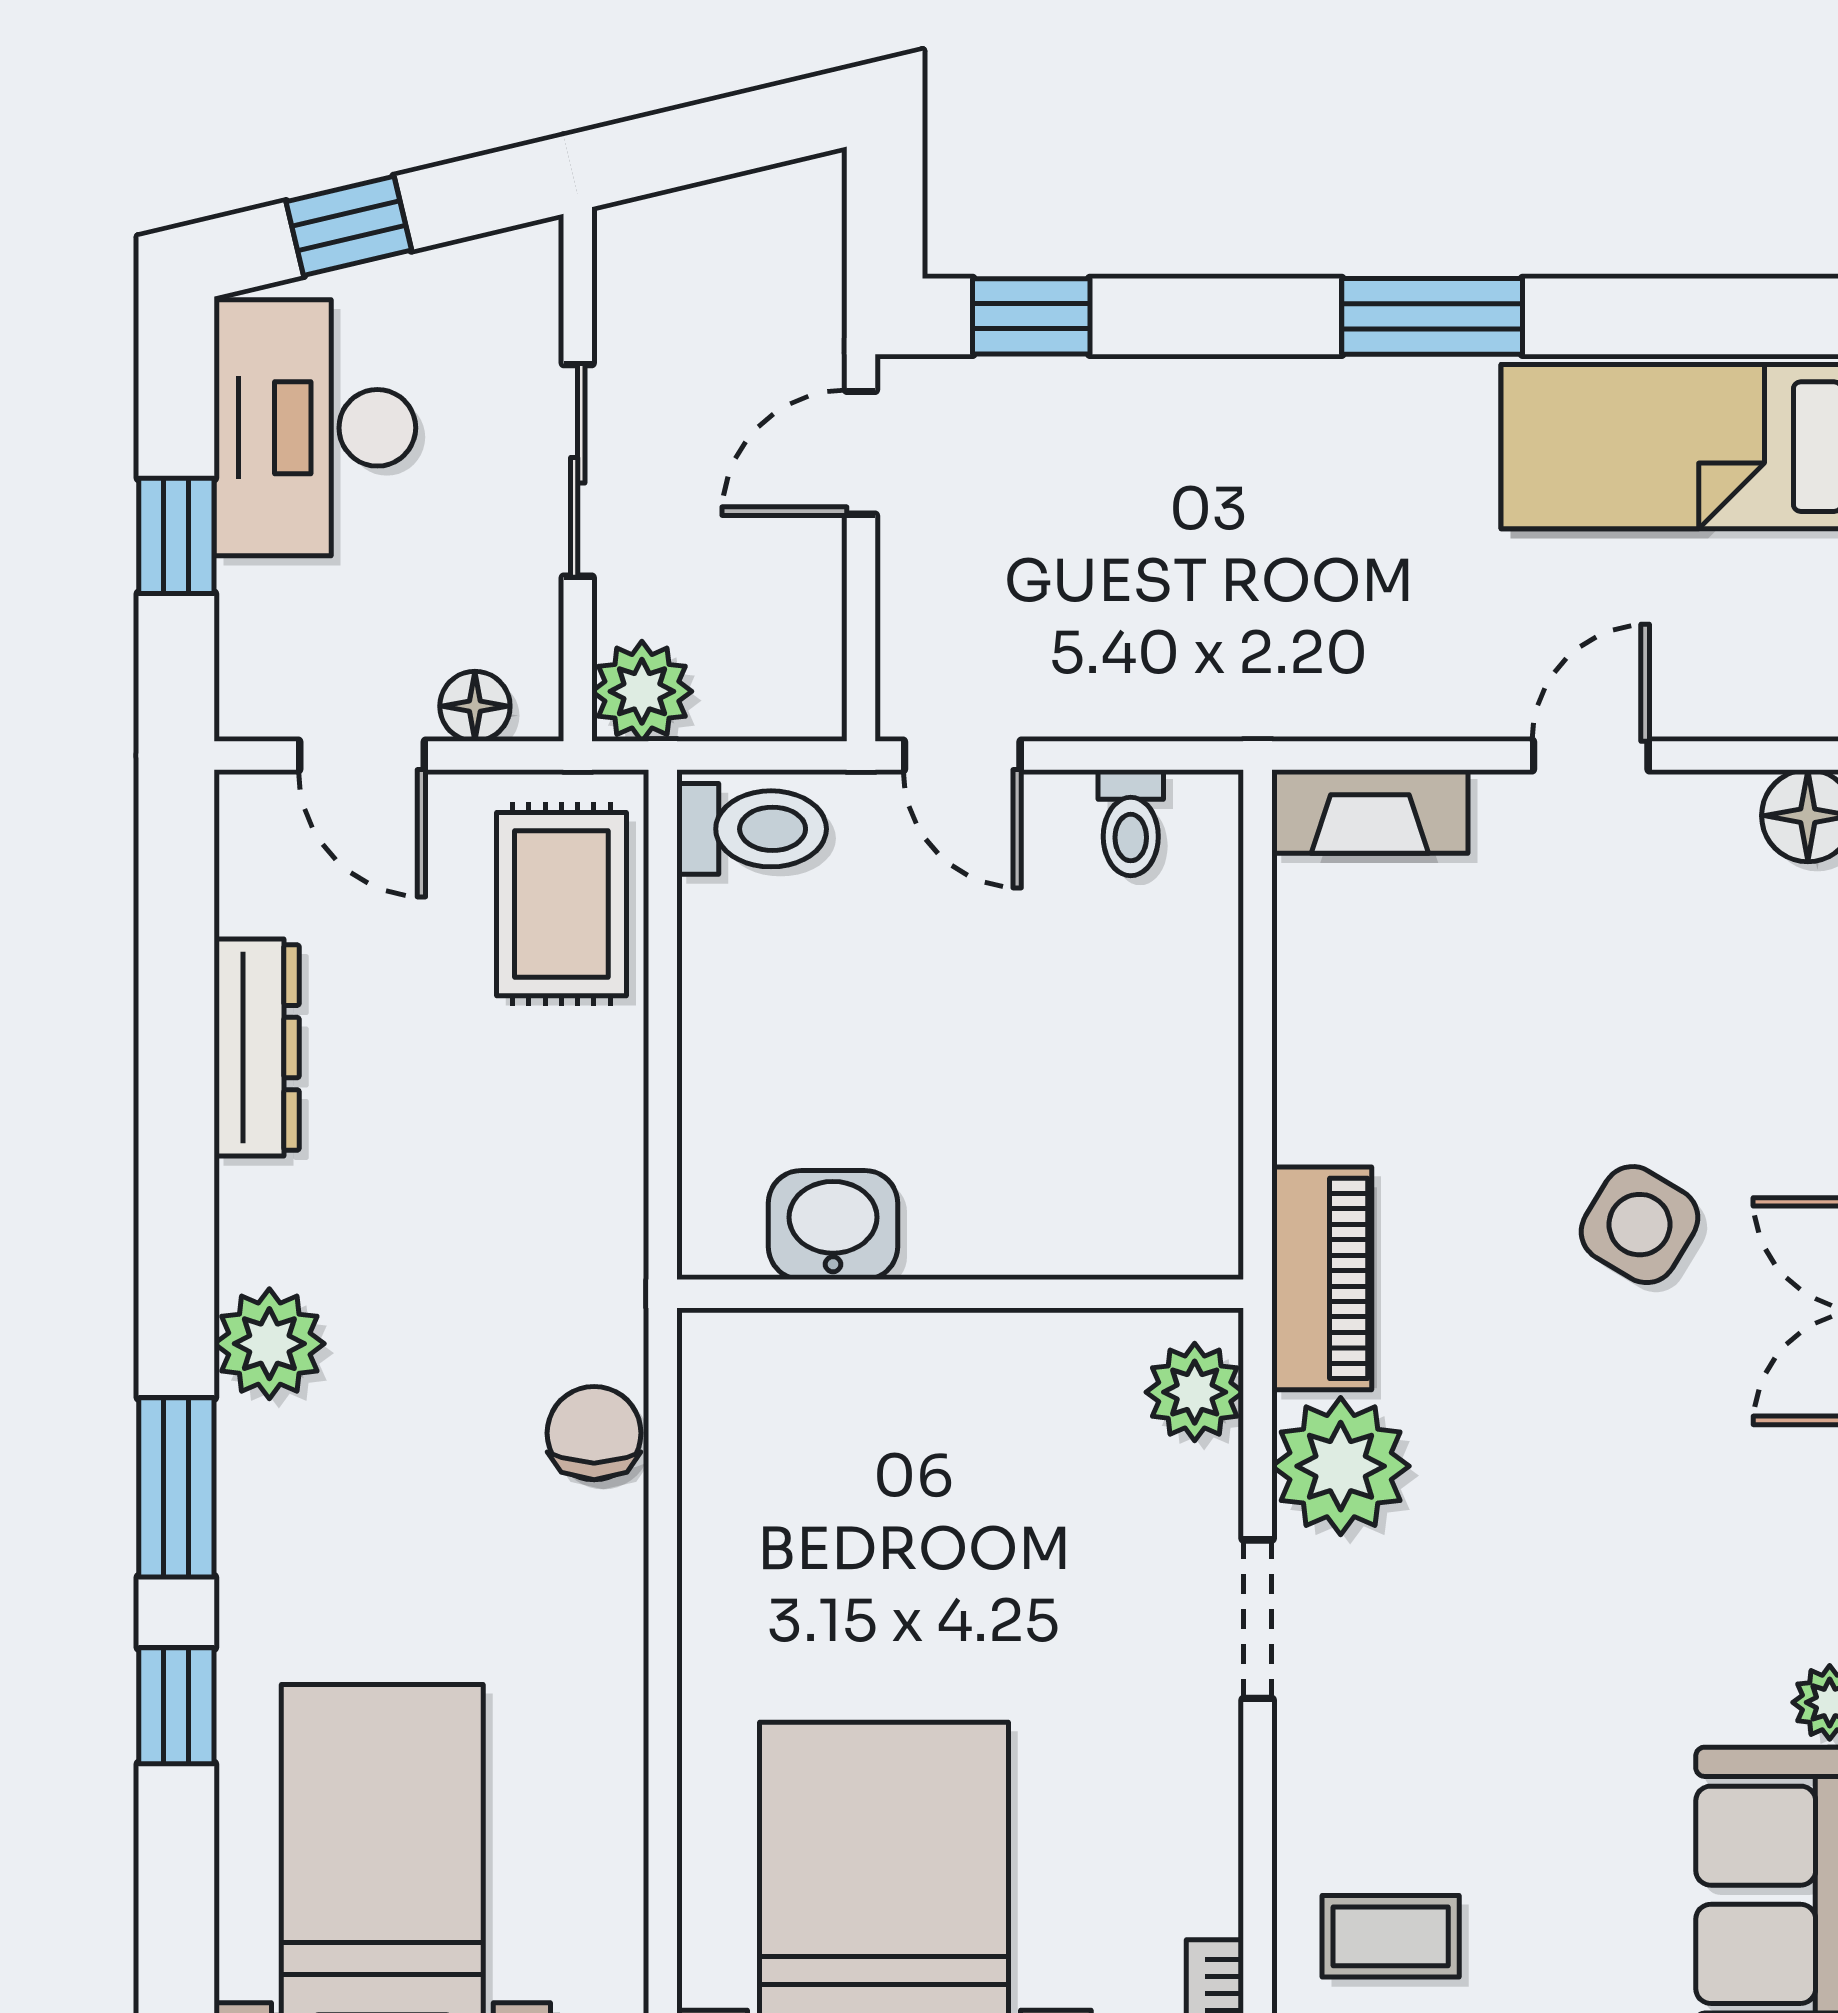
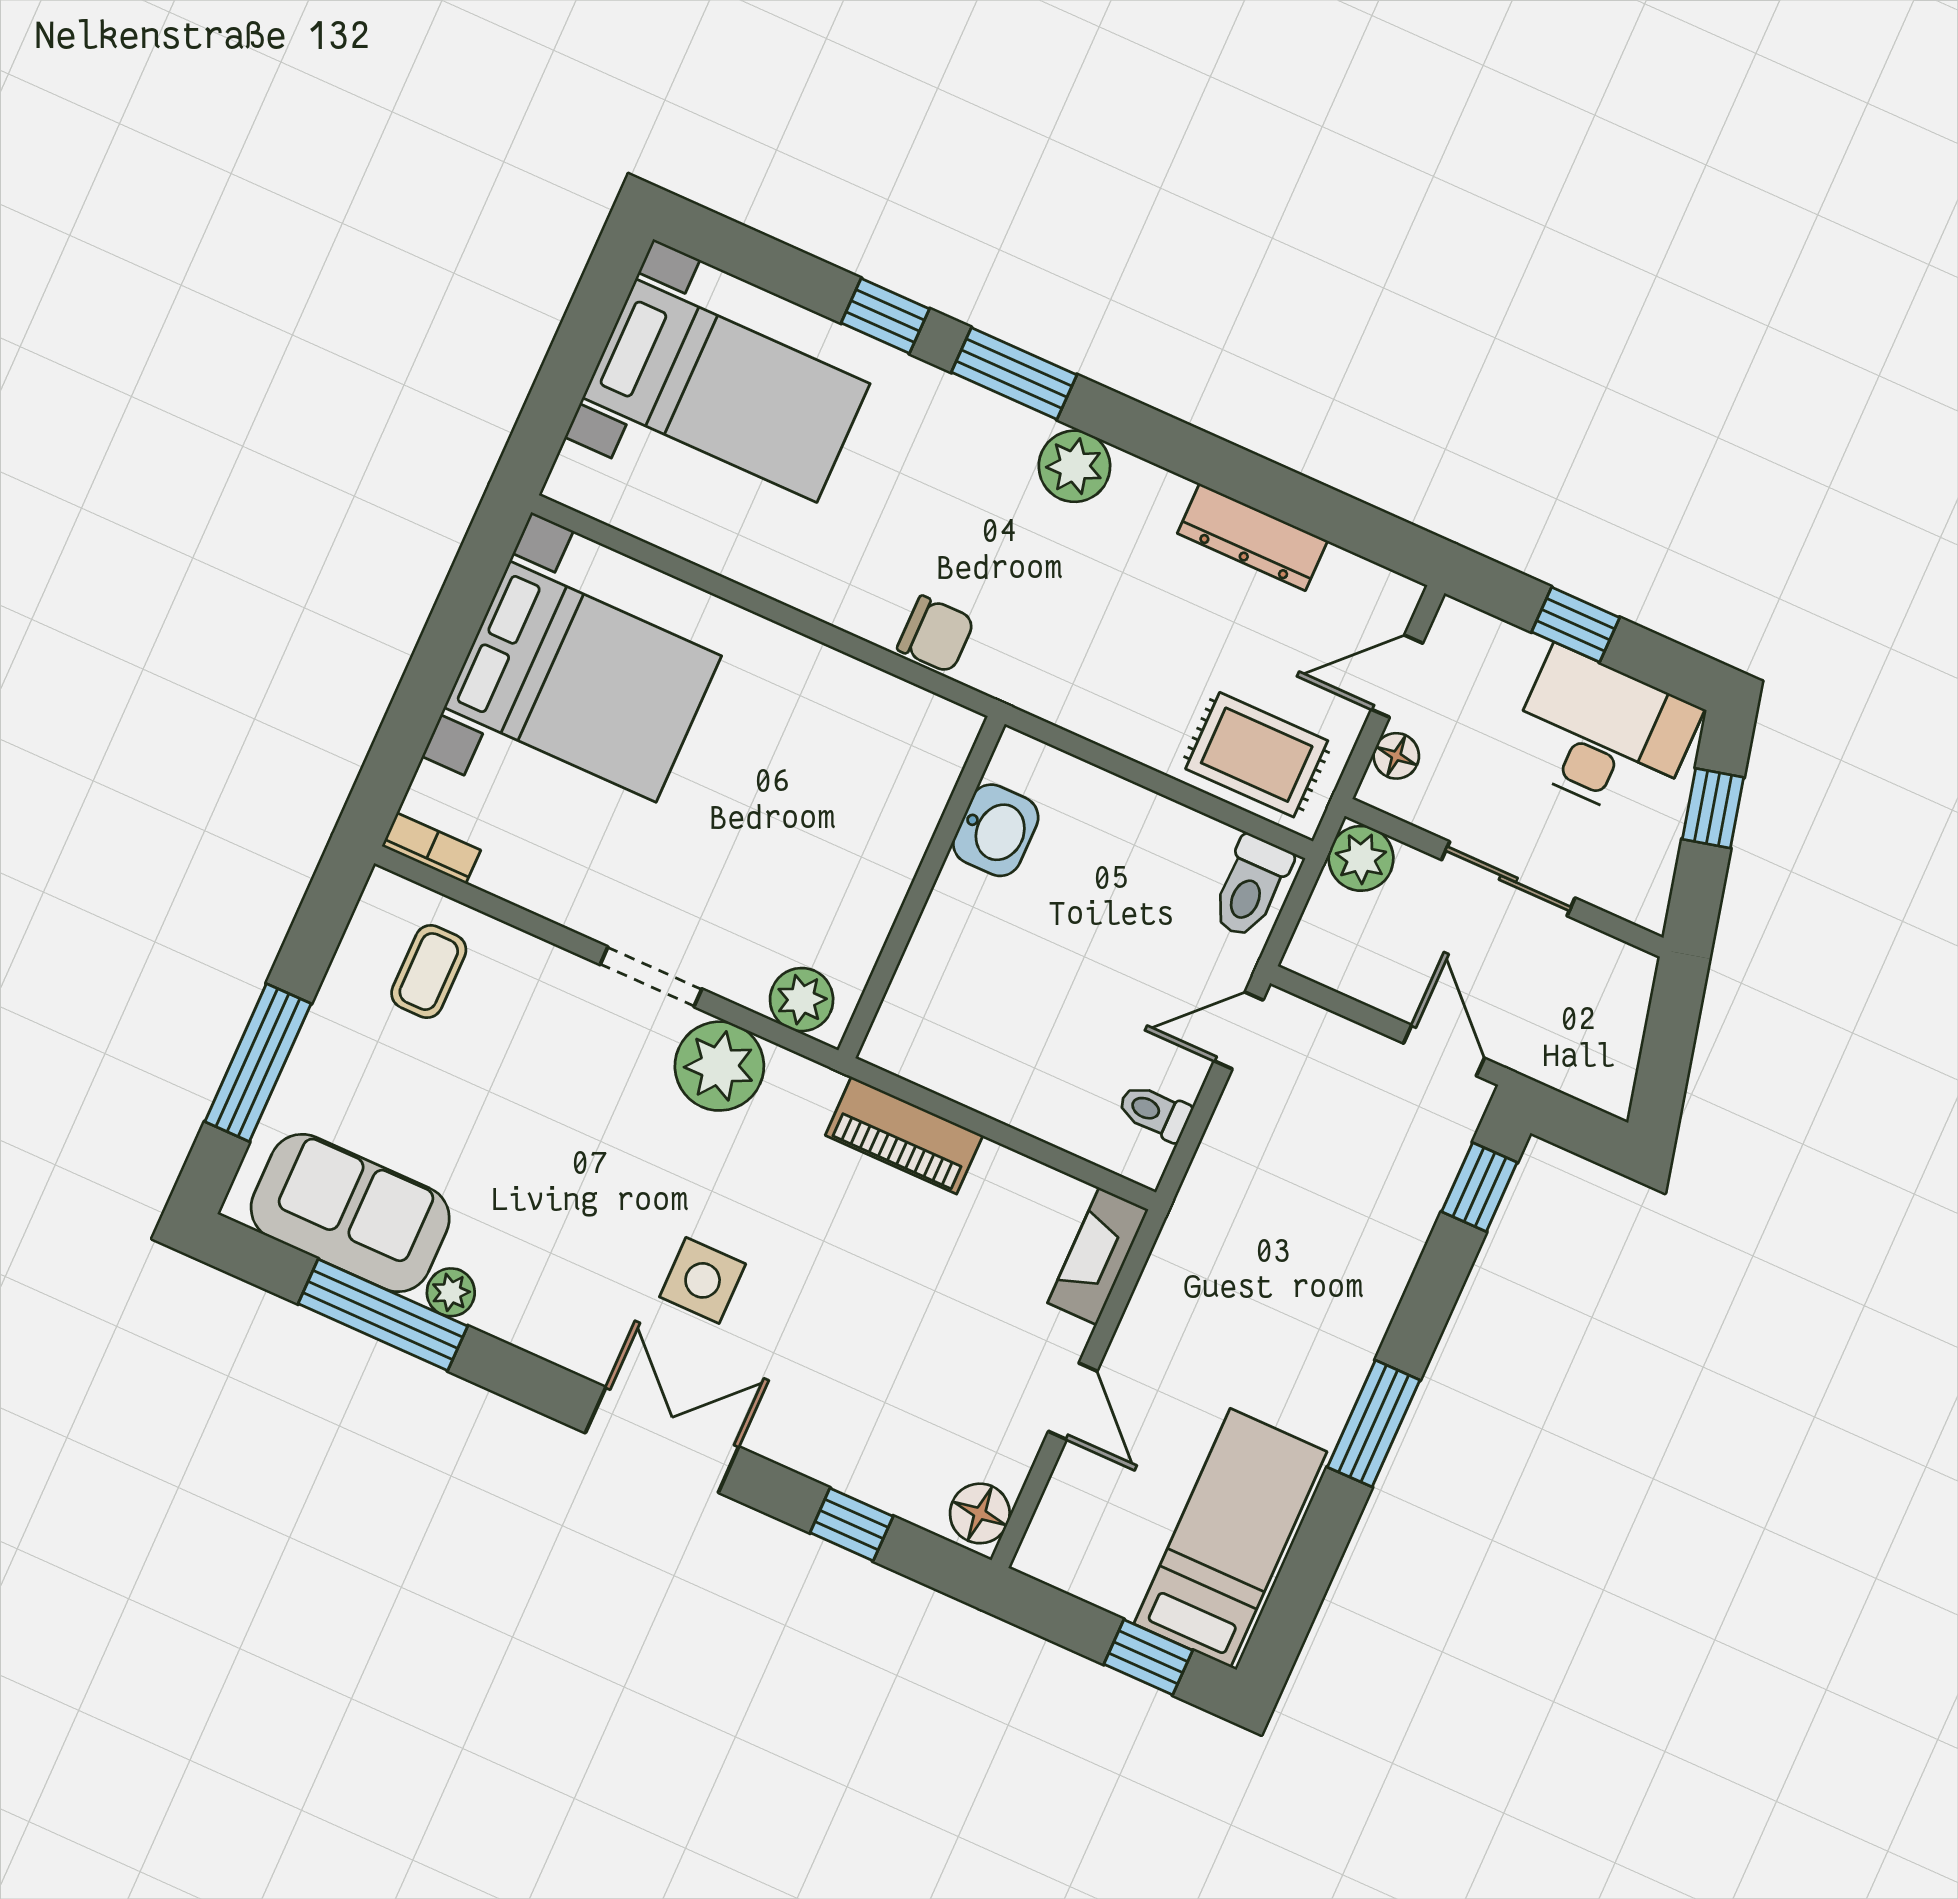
side table: (1639, 1225) -> (703, 1280), moved, turned -31
piano: (1322, 1278) -> (904, 1135), moved

